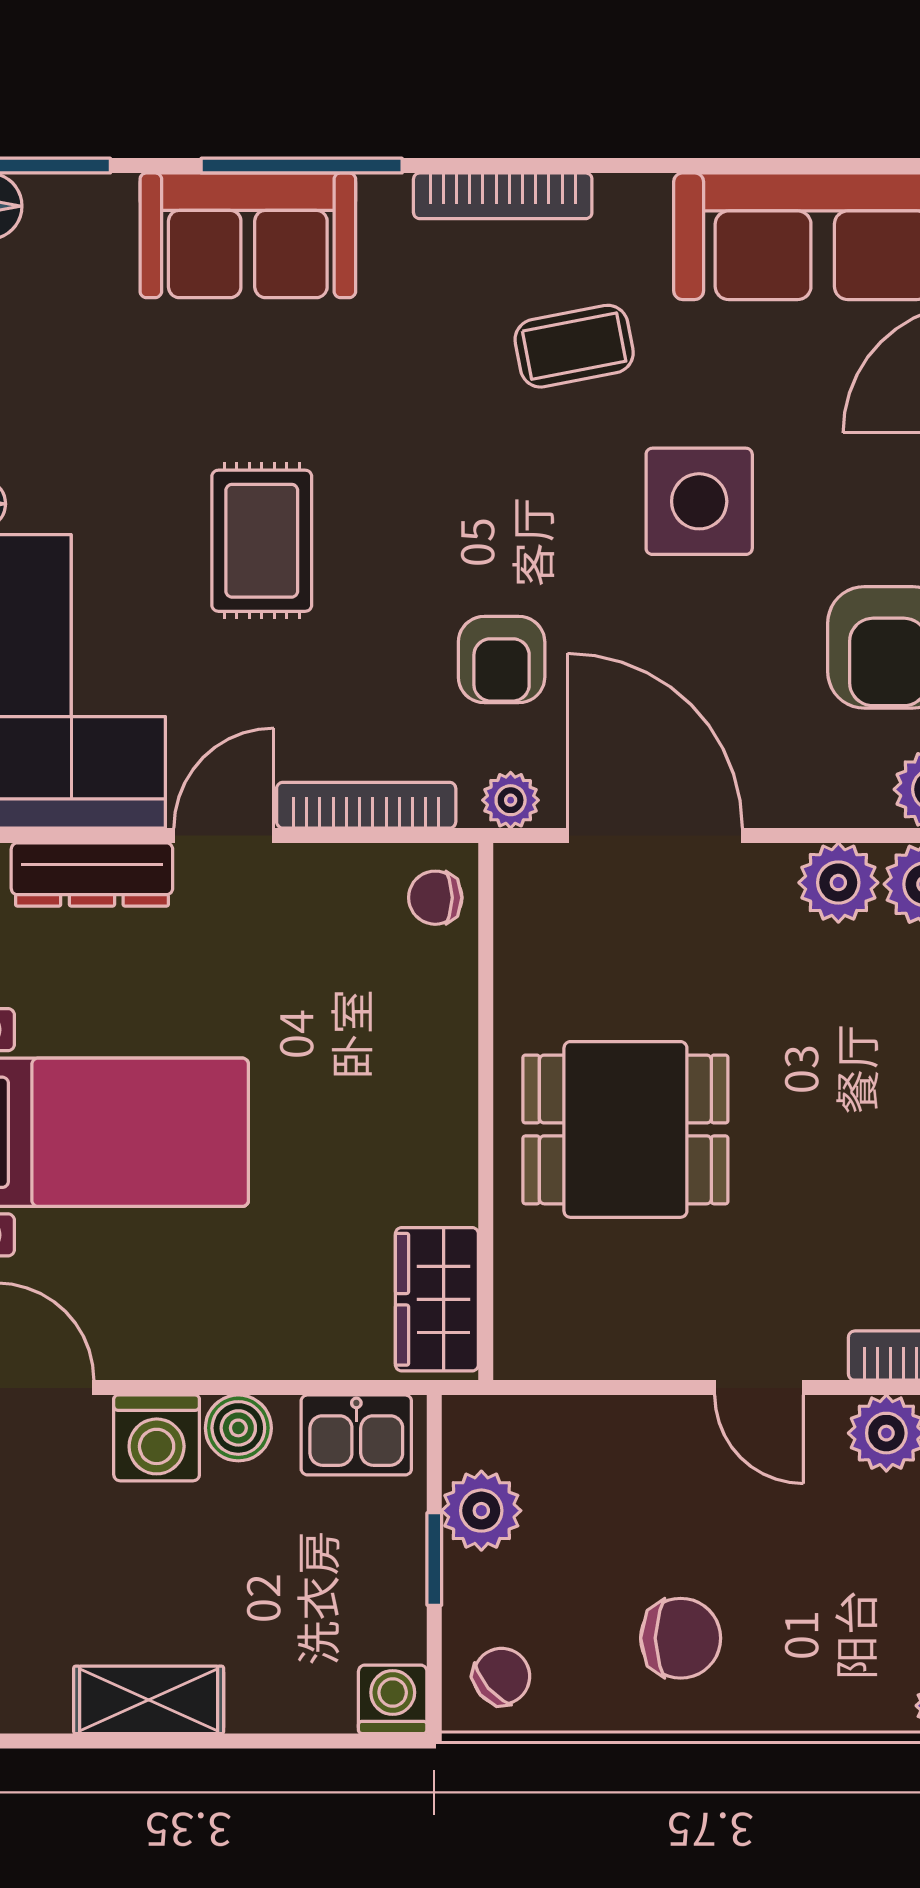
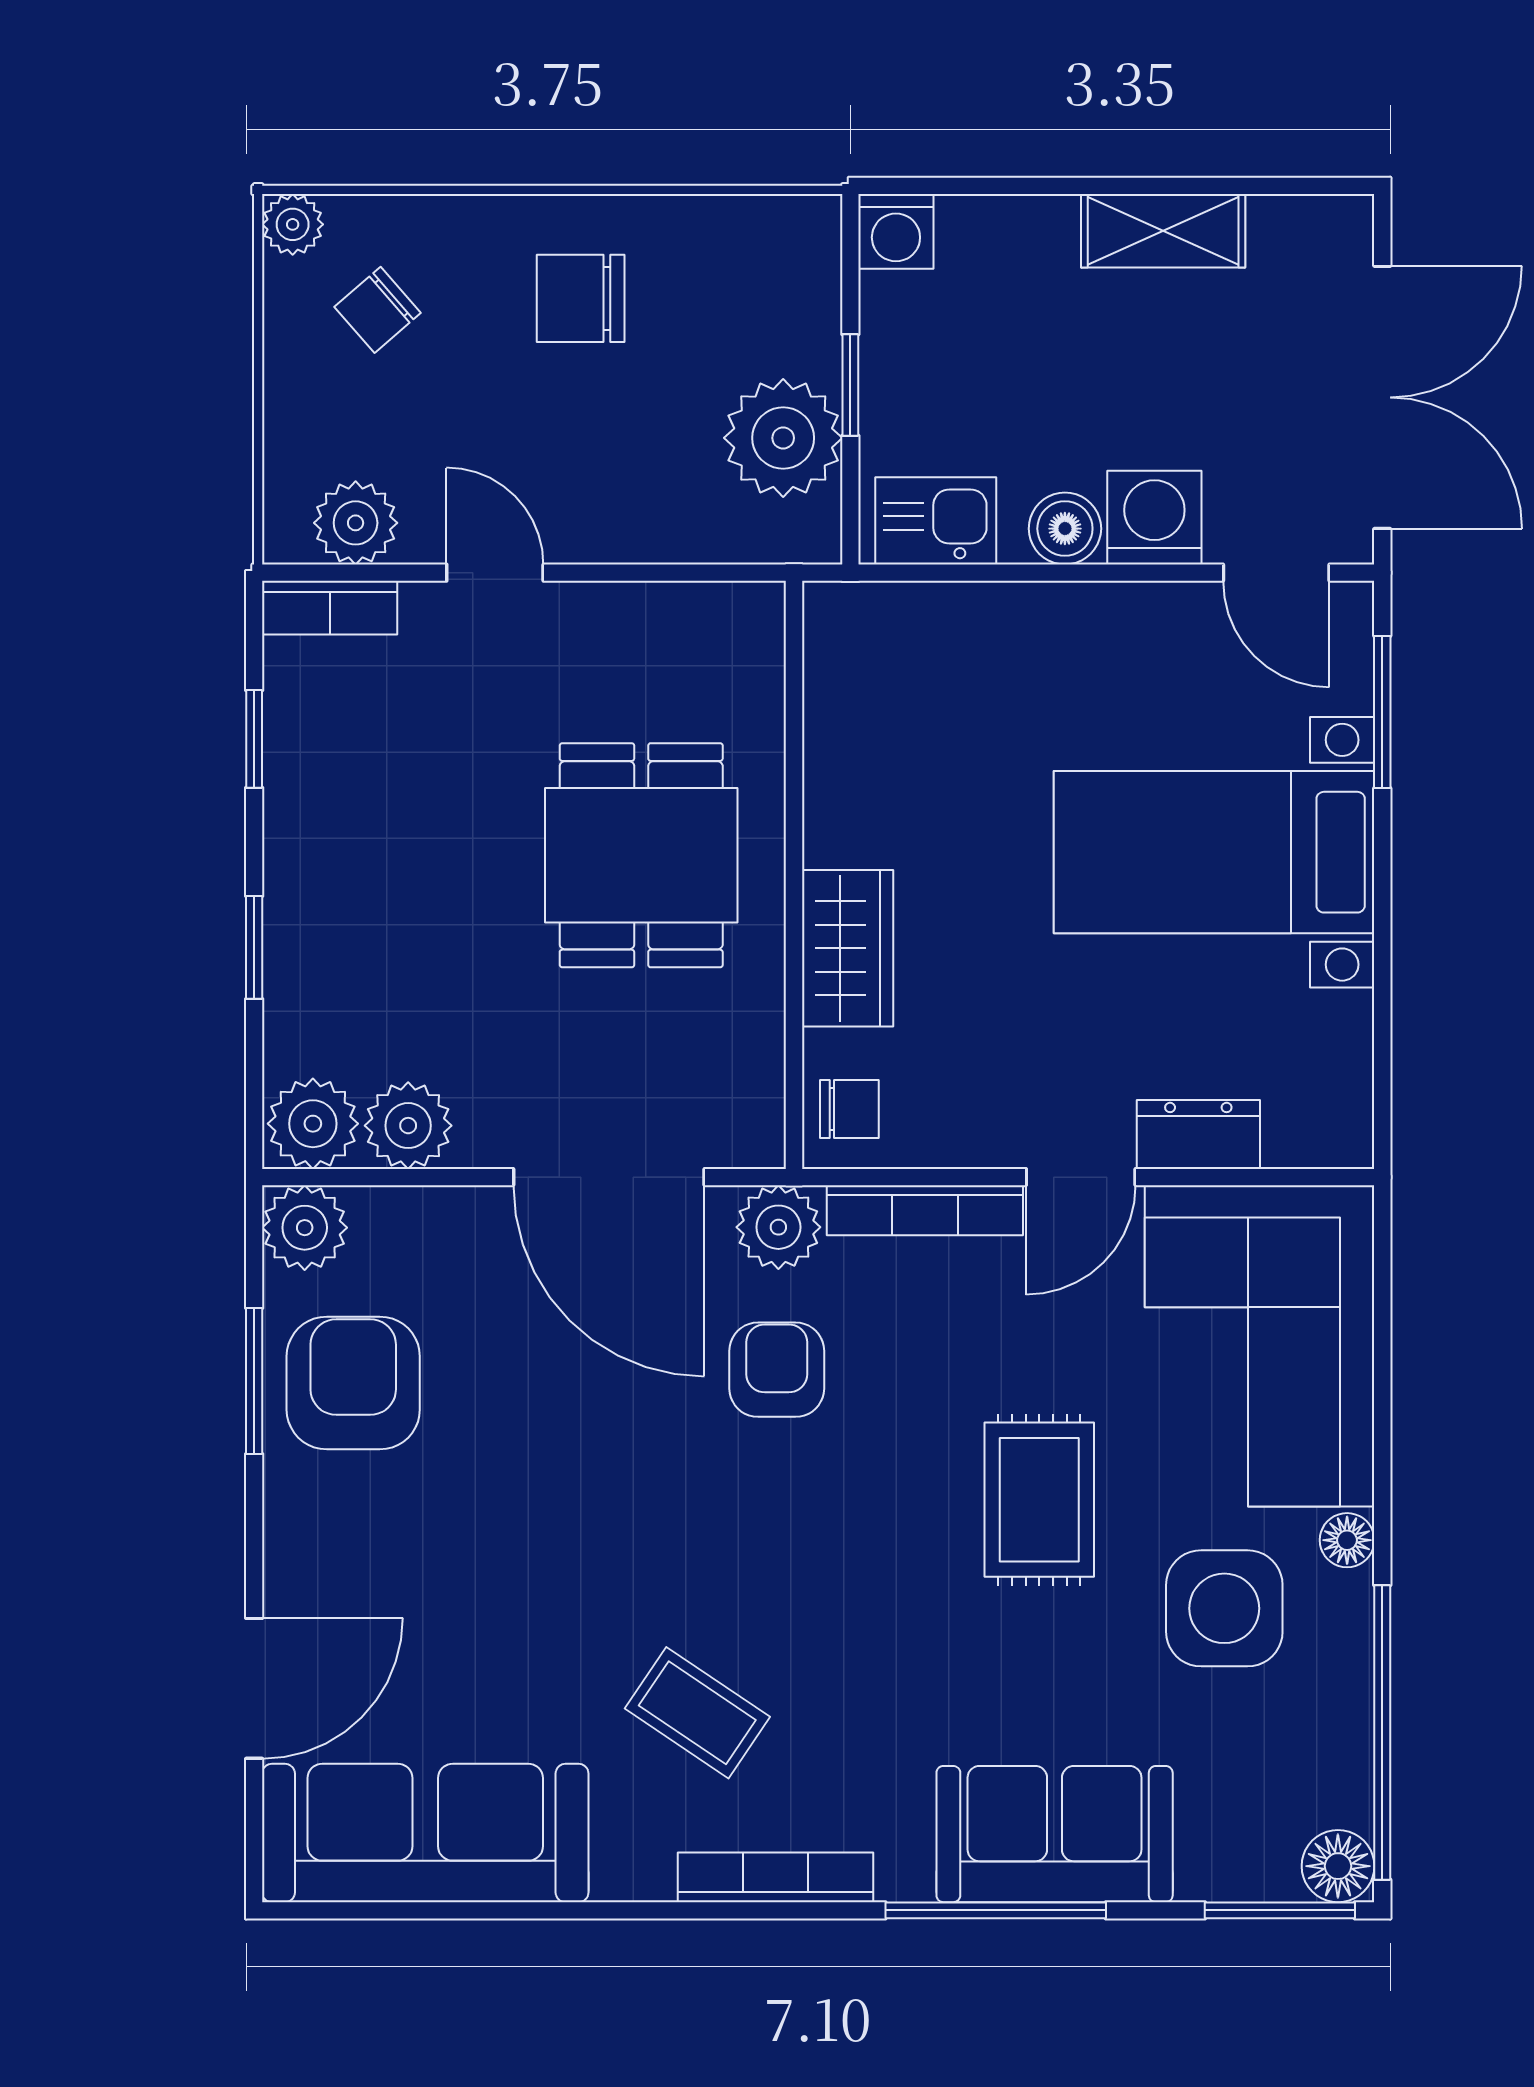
coffee table: (574, 346) -> (697, 1713), turned 45
side table: (699, 501) -> (1224, 1608), moved
plant: (511, 800) -> (778, 1227), width x1.38, depth x1.38
dresser: (92, 874) -> (1198, 1134), width x0.70
dining table: (625, 1129) -> (641, 855), turned 90
wardrobe: (437, 1299) -> (848, 948), moved
plant: (481, 1511) -> (783, 438), width x1.36, depth x1.36
chair: (502, 1676) -> (378, 310), moved

